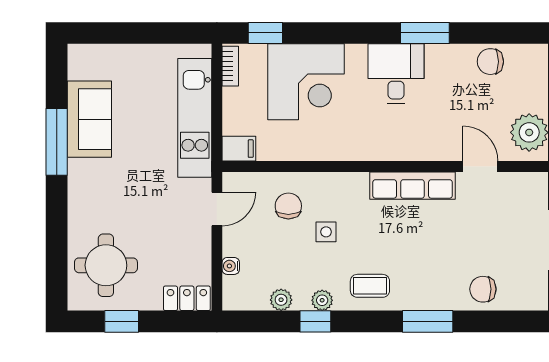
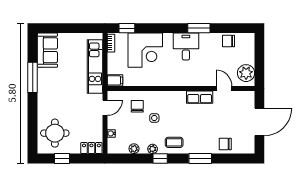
sofa: (89, 119) -> (47, 50), moved
row of seats: (413, 186) -> (200, 97), width x0.68
window: (315, 321) -> (160, 158), moved

